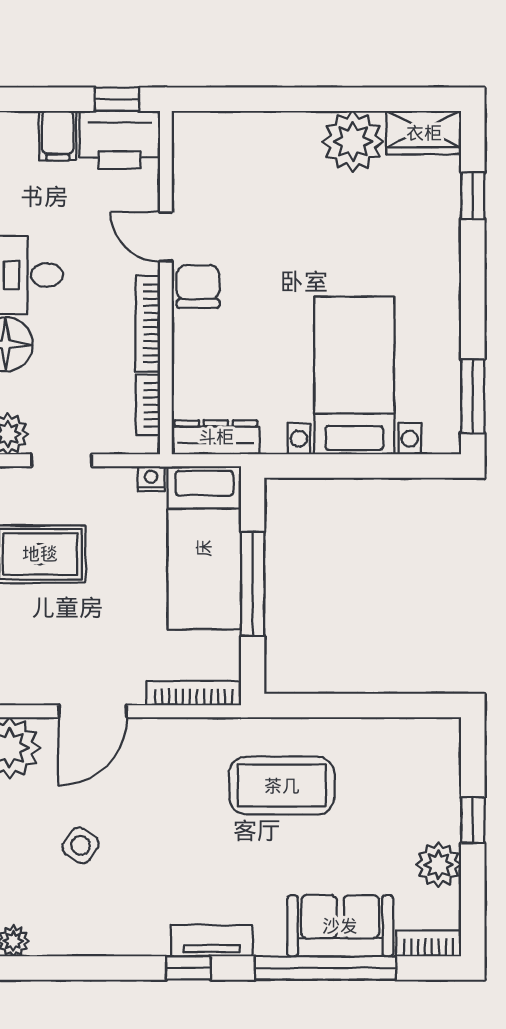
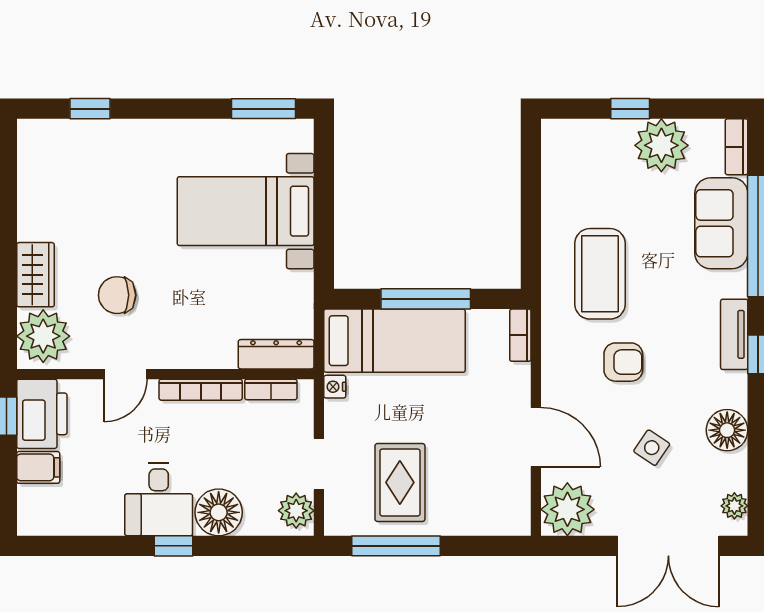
wardrobe: (424, 133) -> (35, 275), moved
plant: (353, 141) -> (43, 336), moved
chair: (198, 286) -> (117, 295), moved
dresser: (216, 437) -> (276, 354), moved, turned 90
bookcase: (194, 693) -> (520, 335), width x0.64
armchair: (180, 812) -> (623, 362), added
plant: (439, 865) -> (661, 145), width x1.36, depth x1.36
floor lamp: (101, 932) -> (727, 430), added

